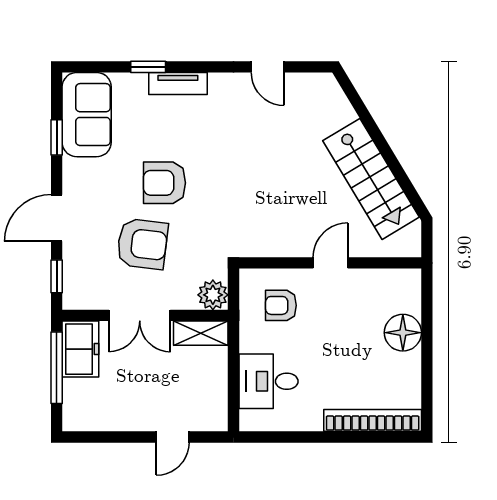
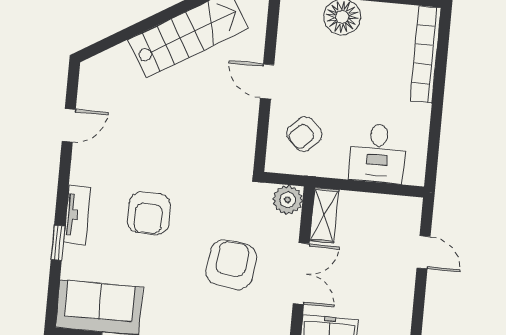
armchair: (164, 183) -> (149, 213), moved
armchair: (281, 305) -> (304, 134), turned 45

